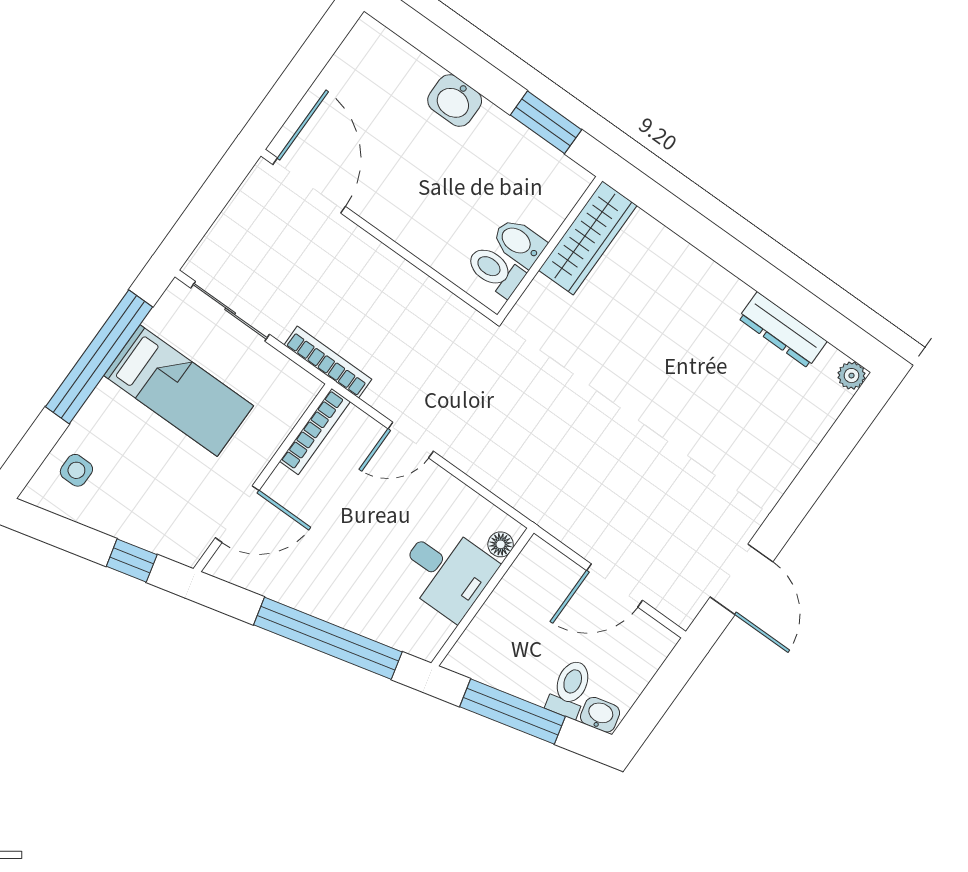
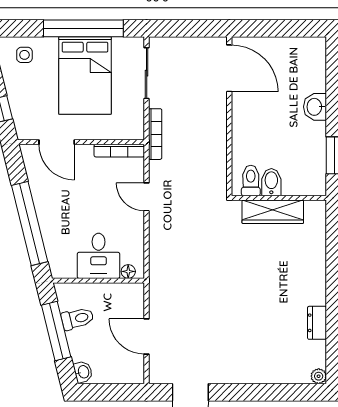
door: (309, 186) -> (229, 68), hinge flipped
wardrobe: (588, 238) -> (273, 212), moved
dresser: (783, 330) -> (317, 323), width x0.70
bed: (179, 391) -> (85, 75), width x1.50
toilet: (570, 689) -> (77, 319), moved

